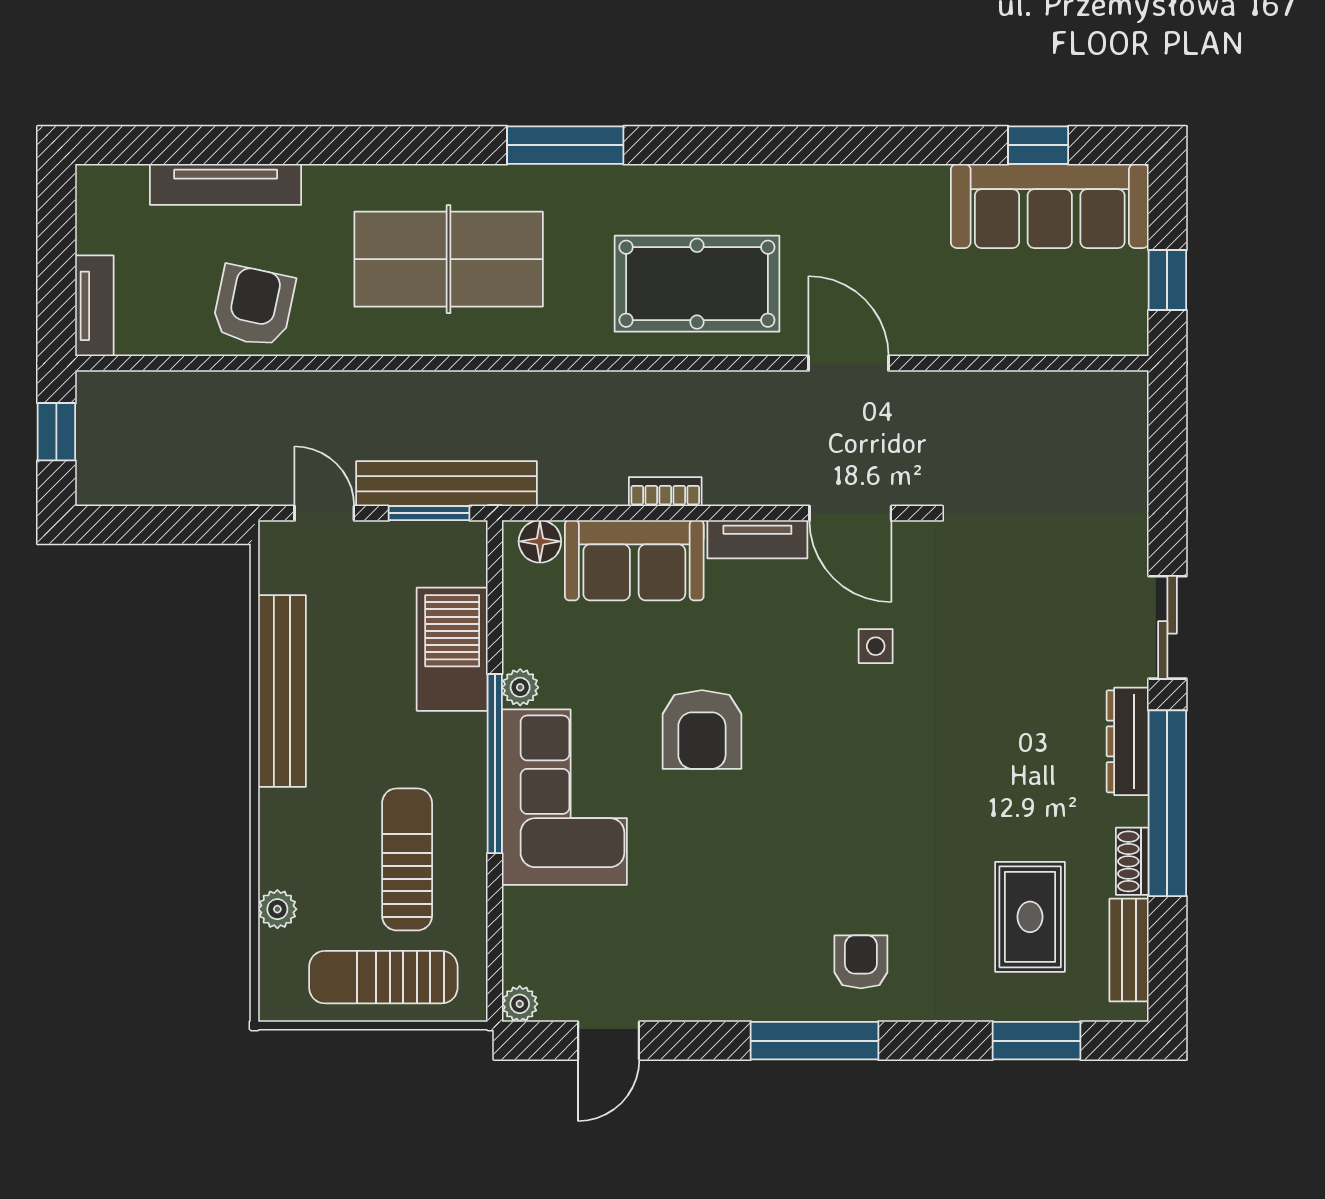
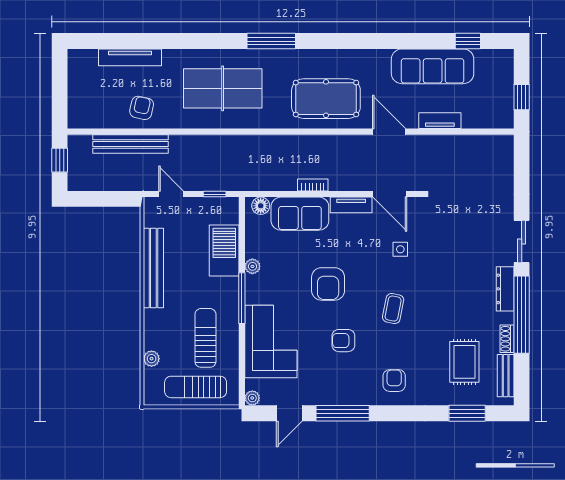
sofa: (1050, 206) -> (433, 66), moved
tv unit: (94, 306) -> (440, 121), moved, turned -90
armchair: (253, 306) -> (142, 108), width x0.72, depth x0.72
bench: (446, 484) -> (130, 144), moved
window: (429, 513) -> (215, 194), width x0.67
window: (495, 764) -> (242, 298), width x0.68
coffee table: (858, 789) -> (393, 309), added
corner sofa: (564, 797) -> (271, 341), moved
armchair: (739, 866) -> (343, 341), added
window: (815, 1041) -> (343, 413), moved

